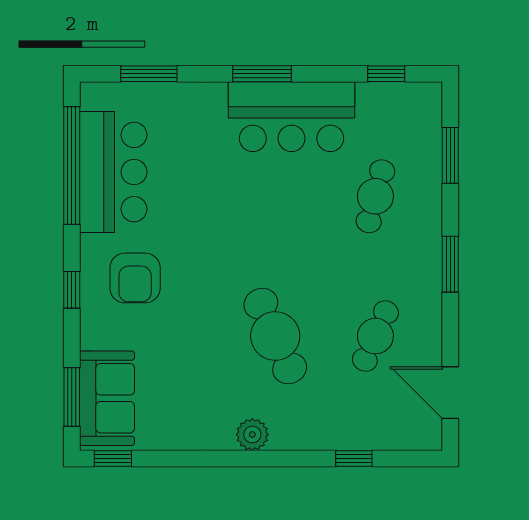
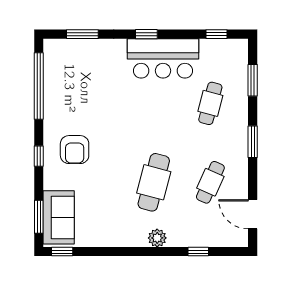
window: (262, 74) -> (146, 34), width x0.67
bar counter: (113, 172) -> (62, 90), removed
cafe table: (275, 336) -> (154, 182), turned 39
plant: (252, 435) -> (157, 238), moved

